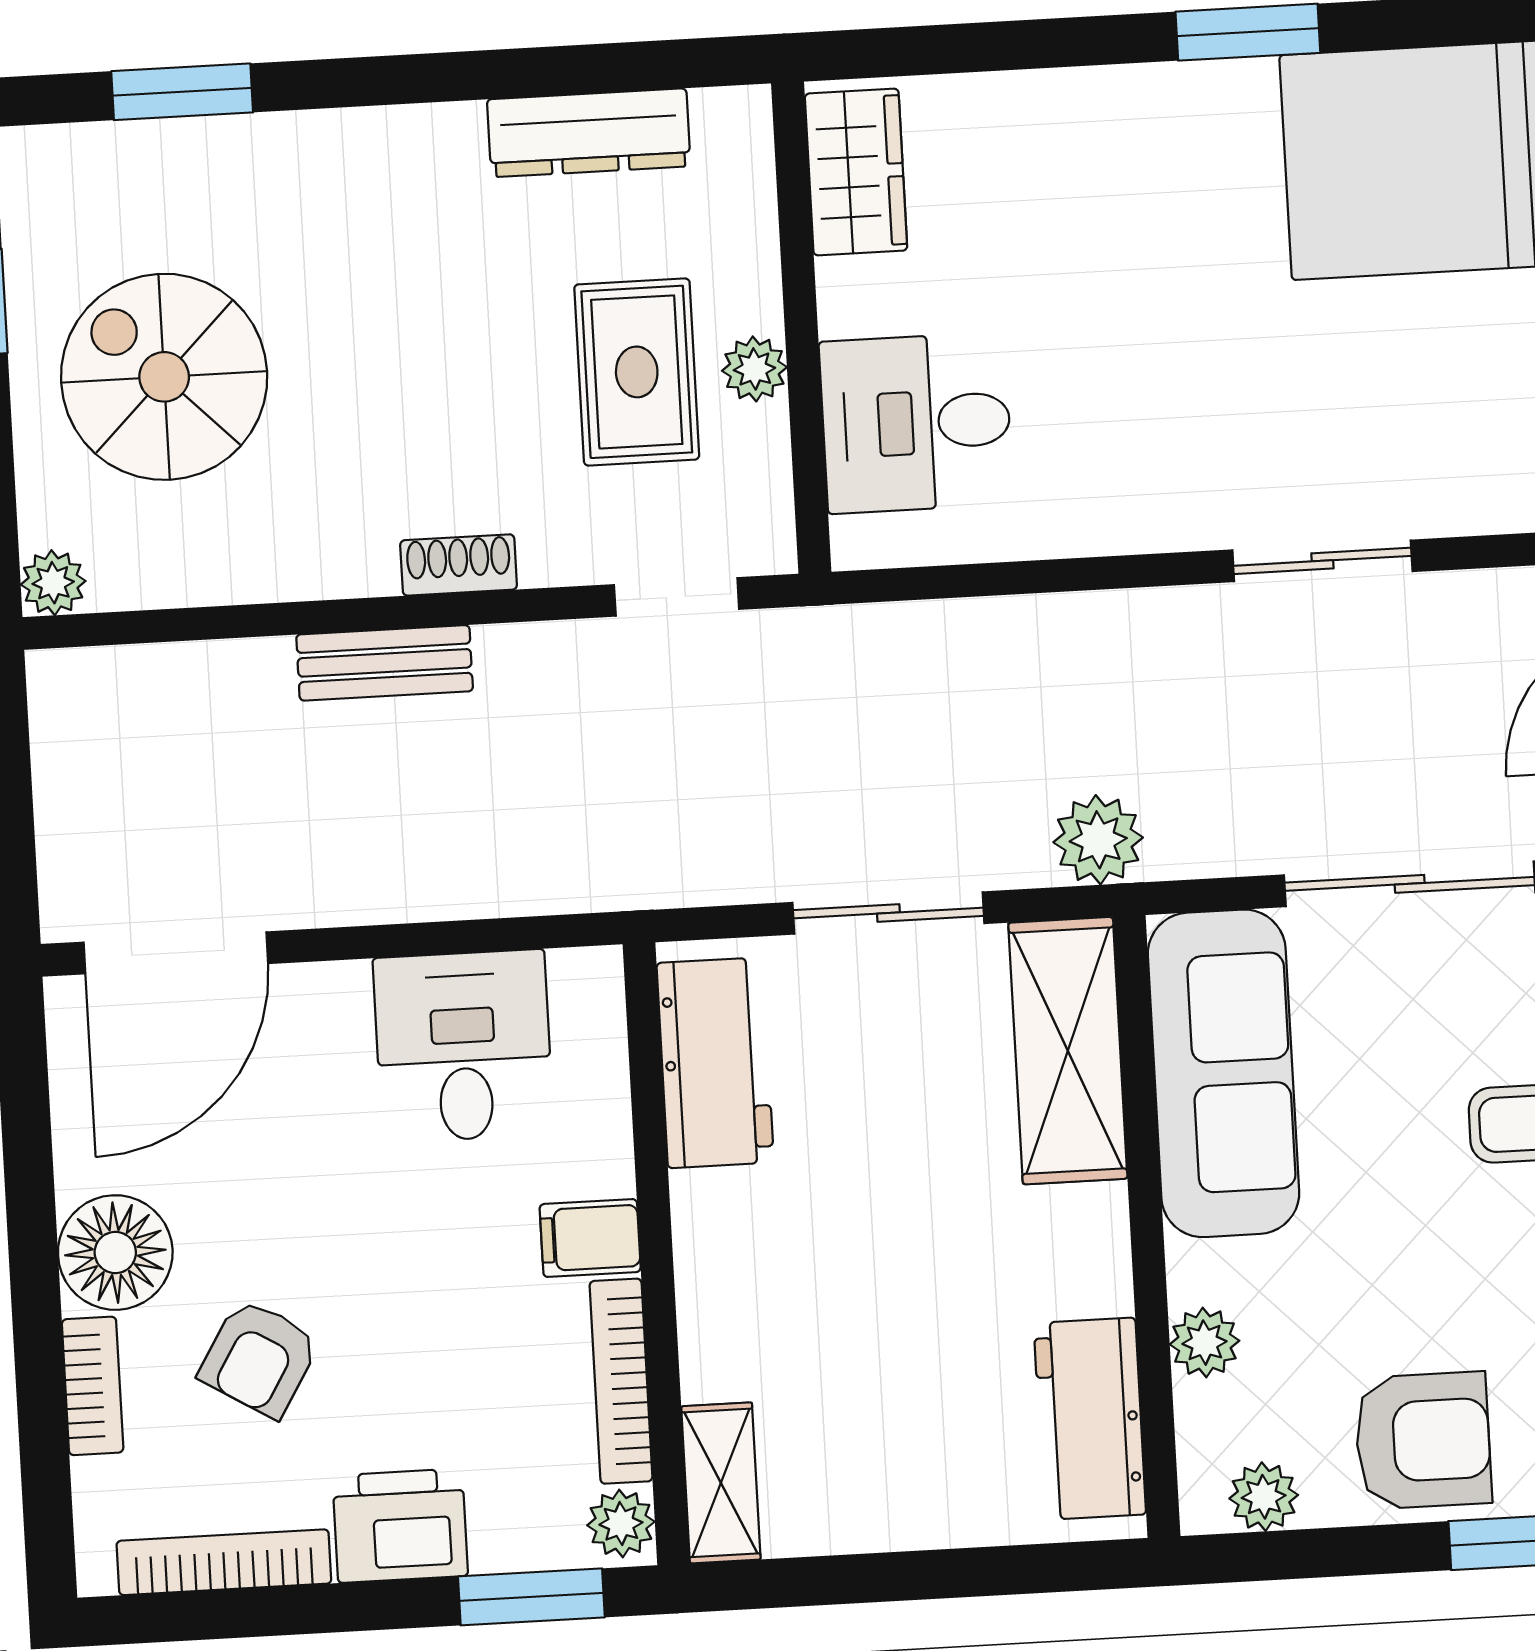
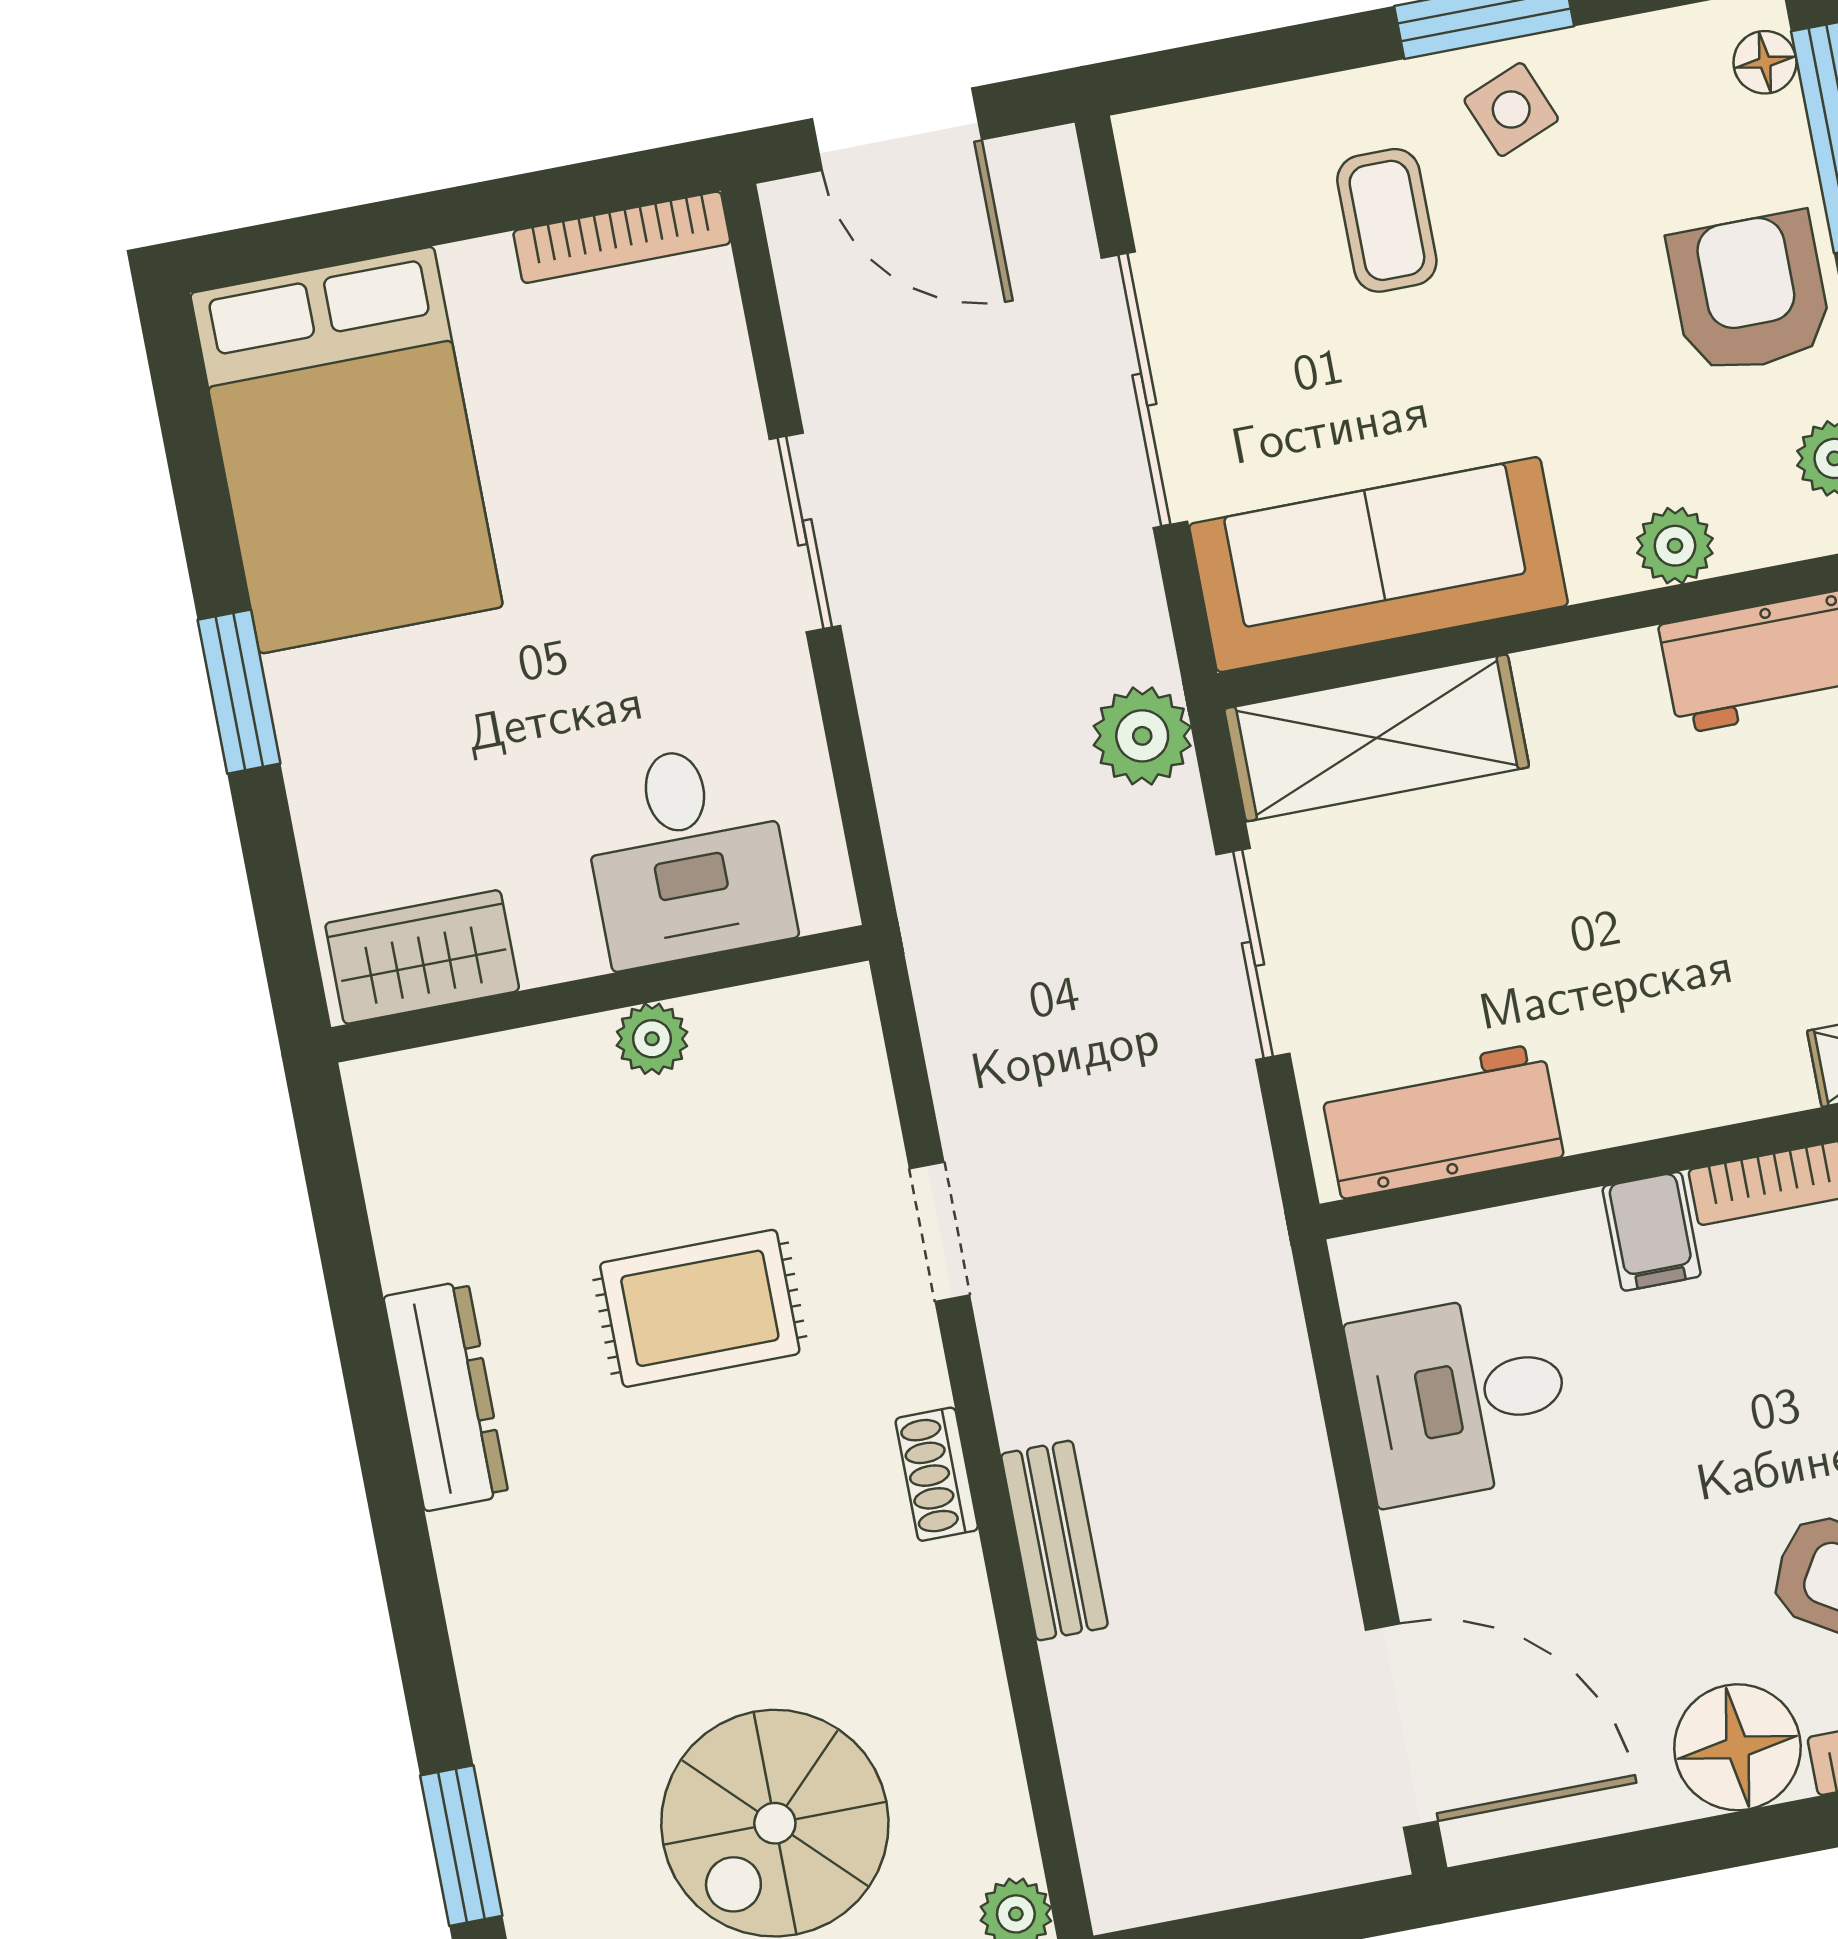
wardrobe: (856, 172) -> (422, 957), moved
wall: (801, 328) -> (600, 994), moved
plant: (754, 369) -> (652, 1039), moved
desk: (916, 423) -> (687, 854), moved

